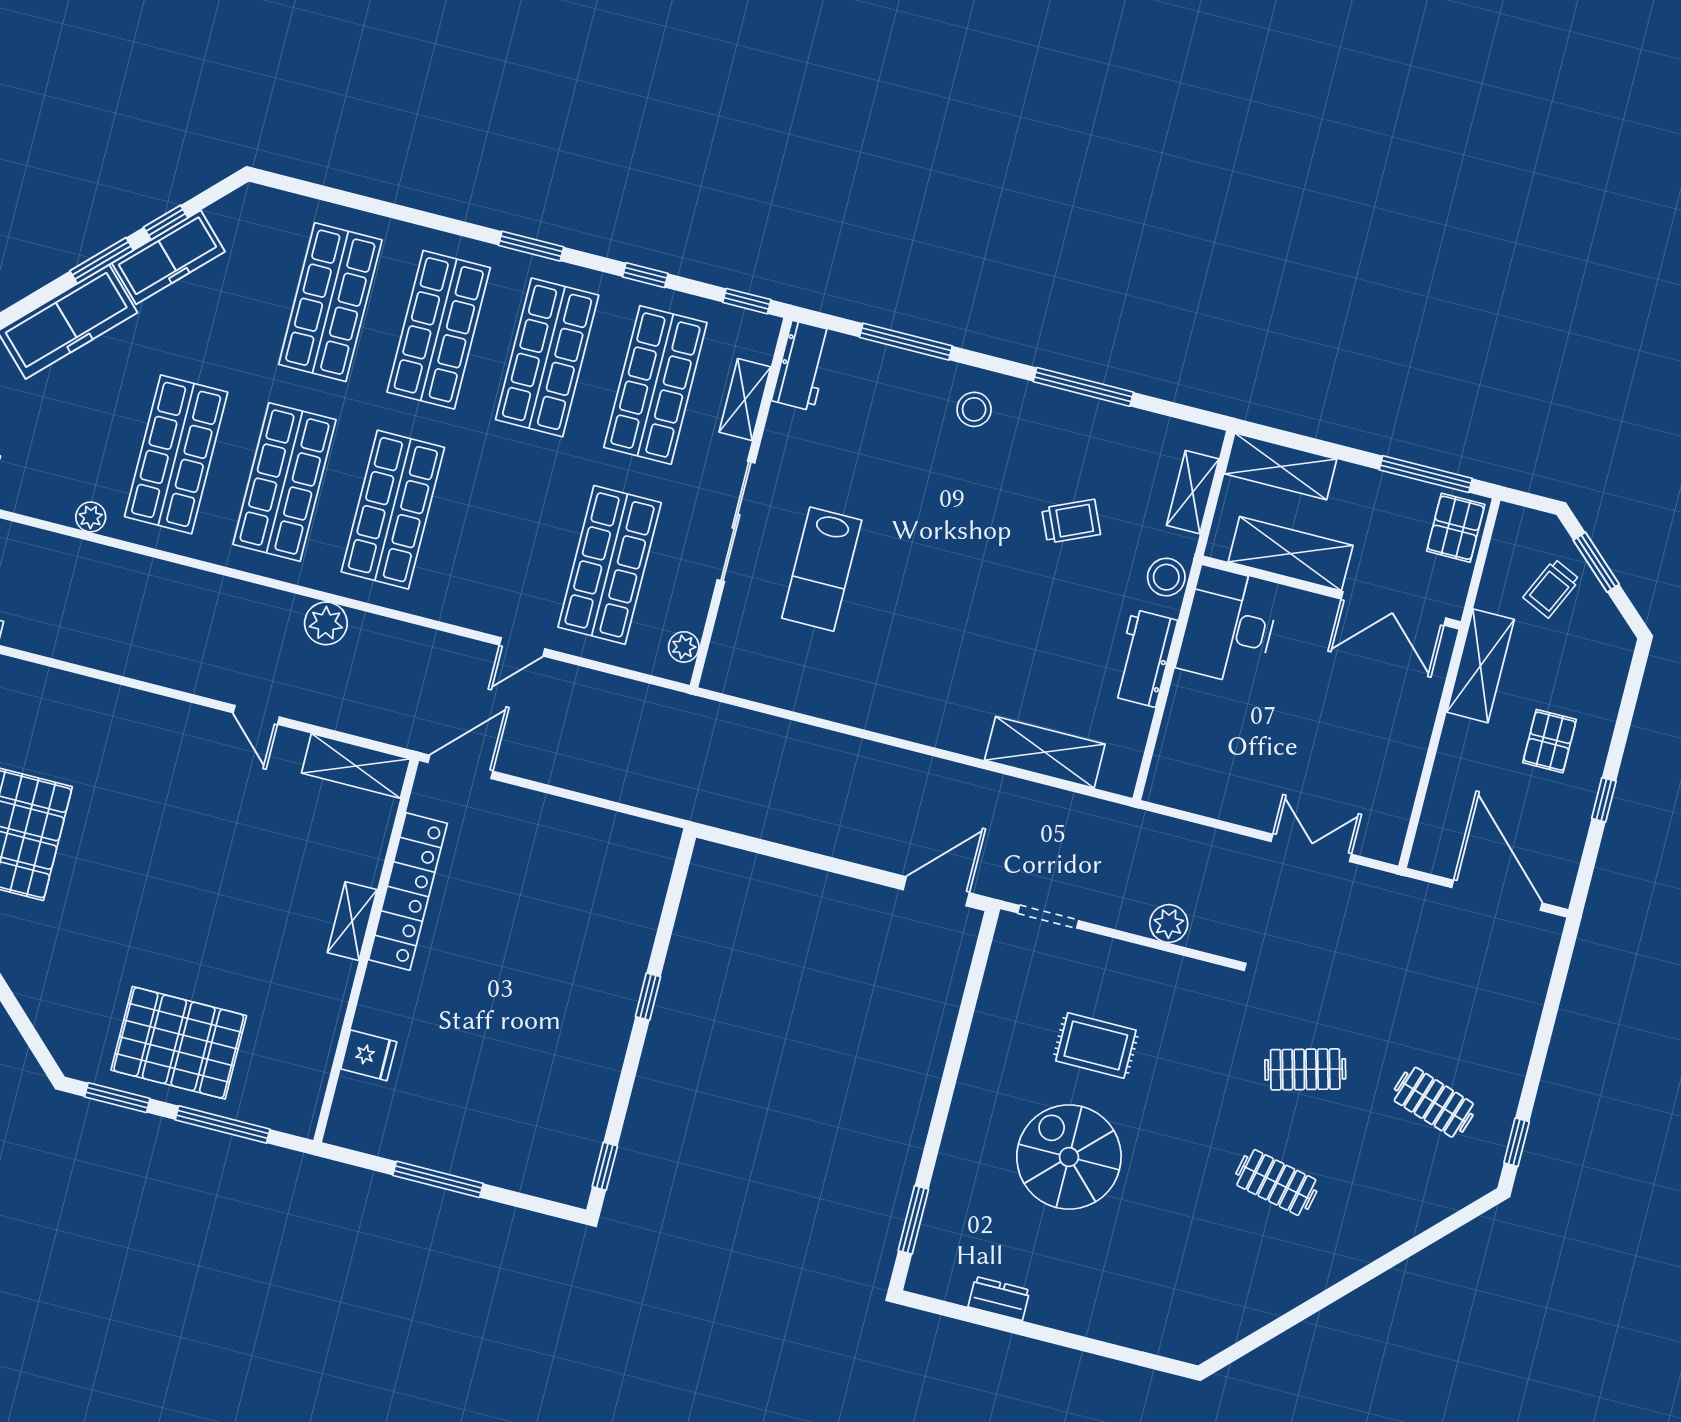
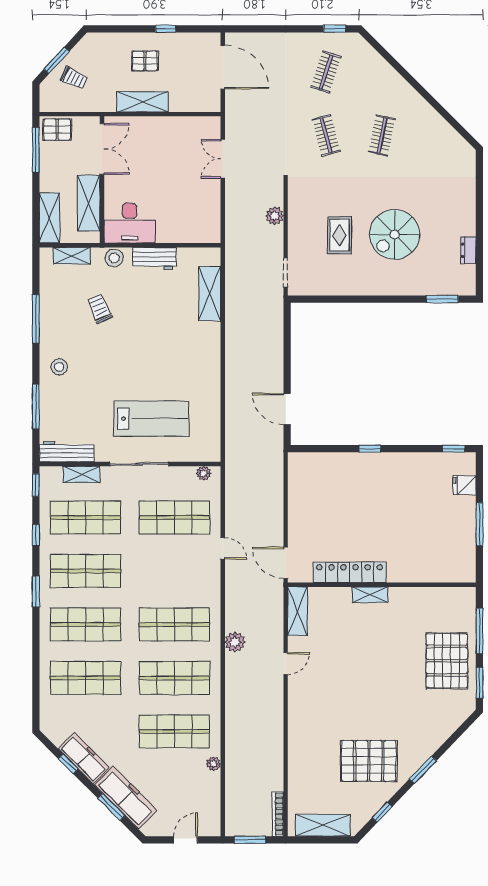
window: (102, 261) -> (111, 807), moved
workbench: (802, 366) -> (67, 452), width x1.38
lab bench: (822, 569) -> (151, 419), width x1.36, depth x1.39
shelving: (1480, 666) -> (143, 102), moved
door: (936, 891) -> (287, 409), moved
door: (1497, 895) -> (223, 67), swing flipped
fridge: (369, 1055) -> (465, 485), moved, turned -90

